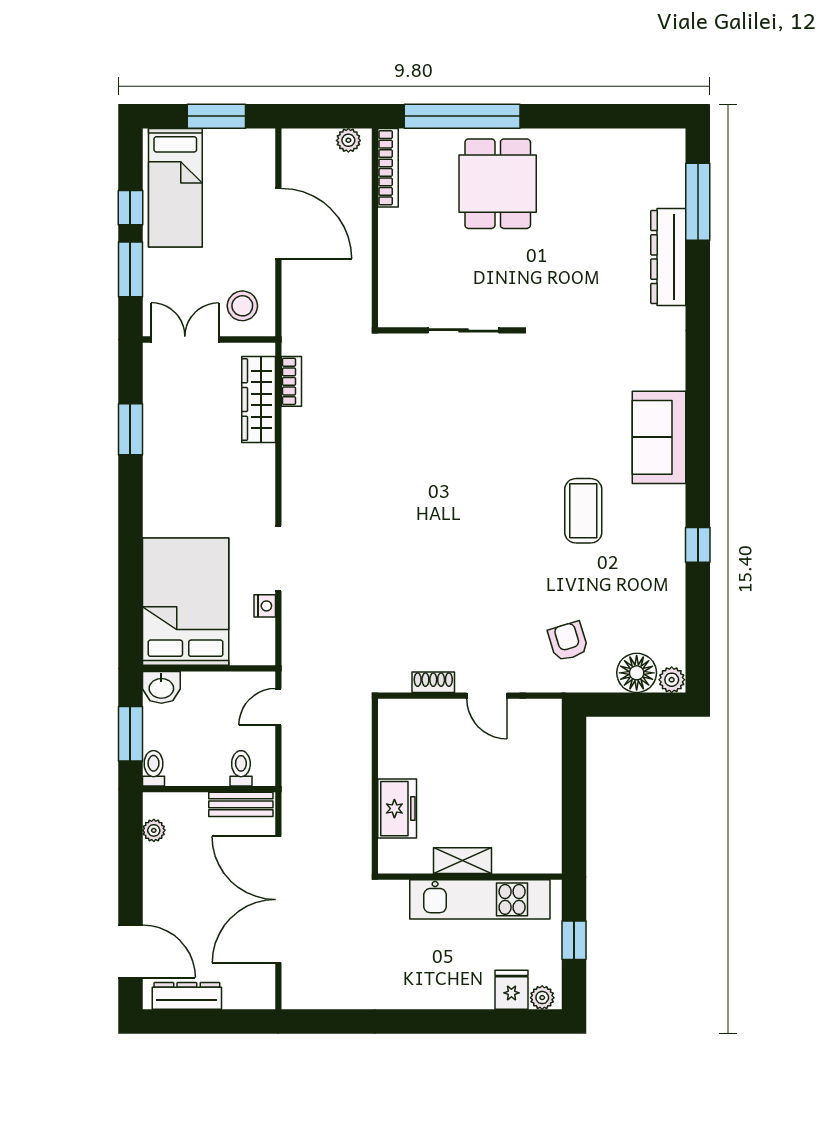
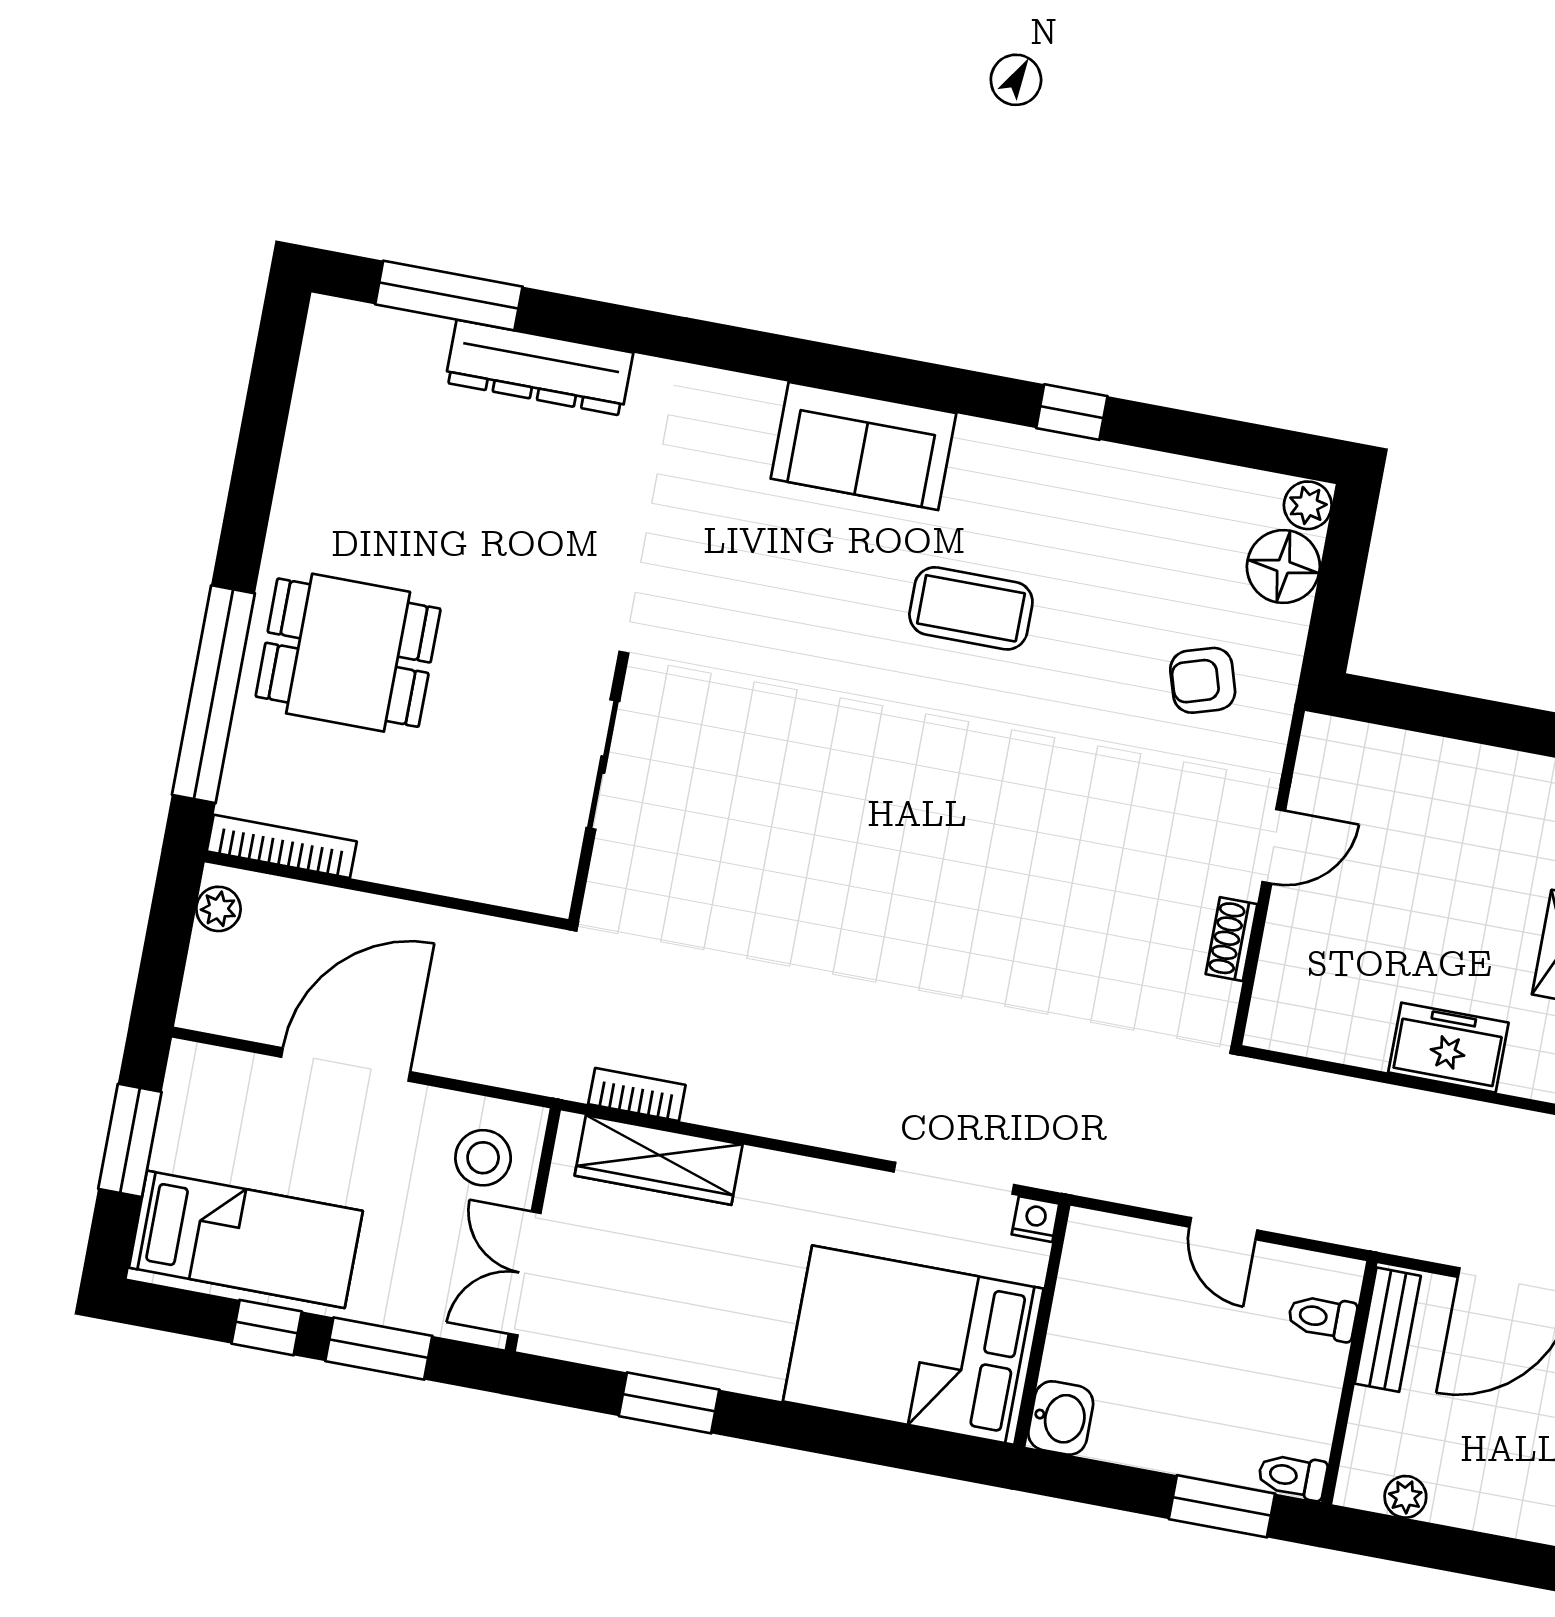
bed: (186, 602) -> (913, 1345), moved
wall: (209, 668) -> (1042, 1325), moved
washbasin: (161, 687) -> (1061, 1418), moved

